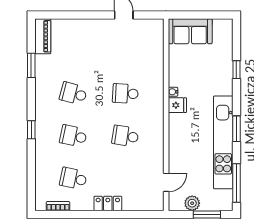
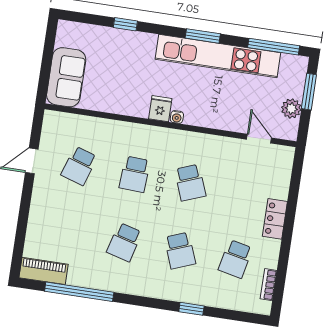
school desk: (125, 51) -> (79, 166), added
window: (31, 65) -> (79, 292), width x2.11
water cooler: (173, 92) -> (177, 117), moved
window: (31, 130) -> (191, 309), moved
school desk: (73, 136) -> (180, 251), turned -33
school desk: (125, 136) -> (190, 183), turned -30

